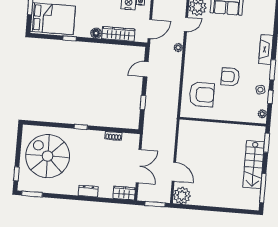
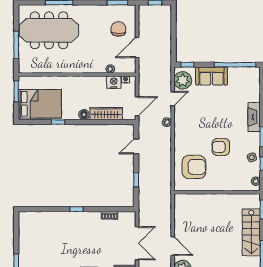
spiral stairs: (48, 156) -> (46, 241), removed

